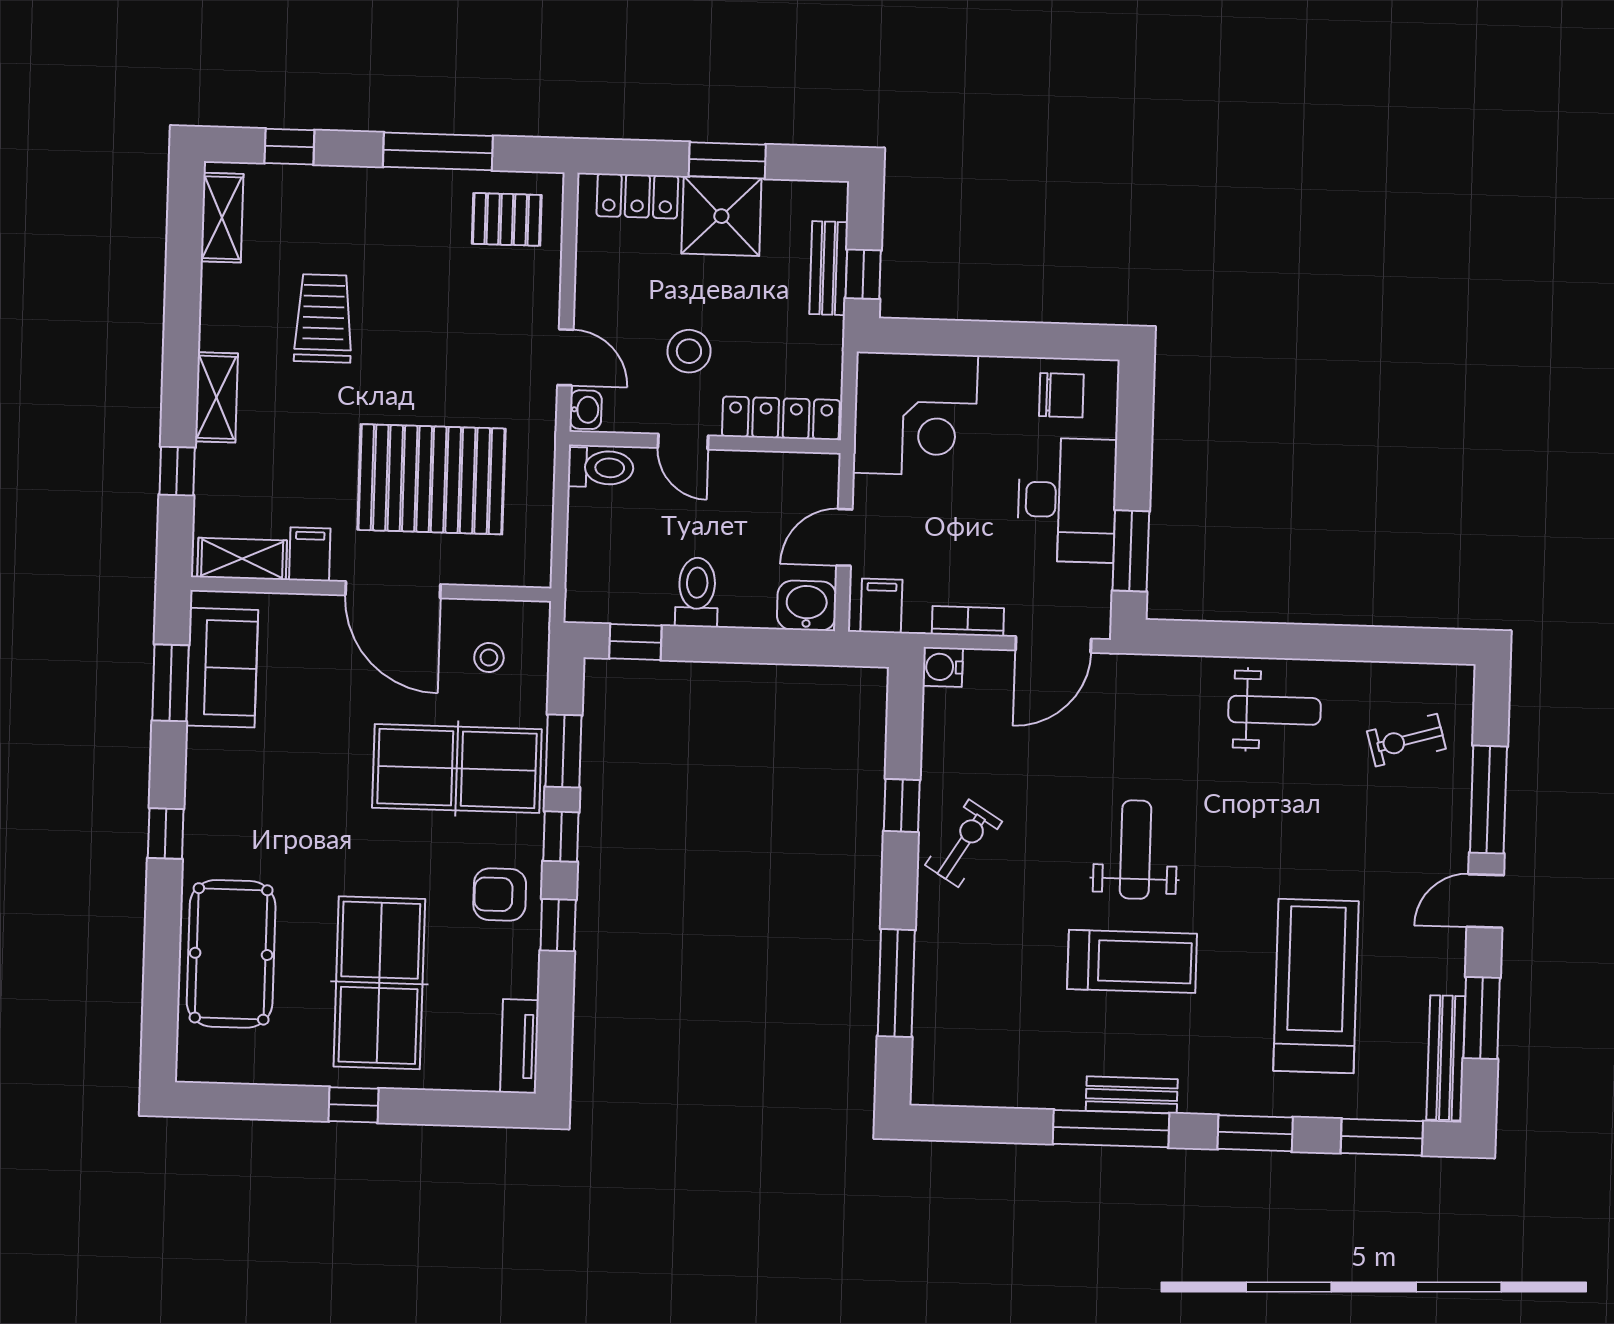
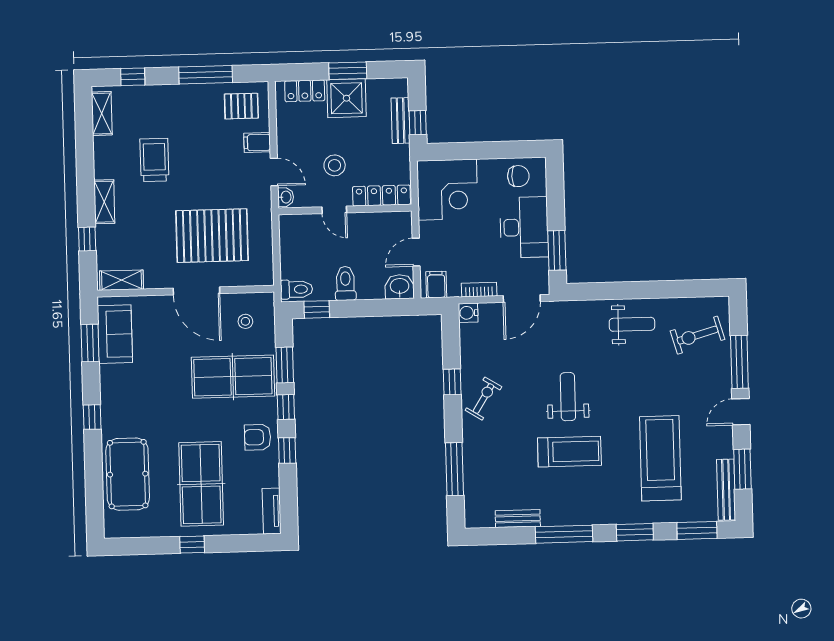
toilet: (601, 468) -> (296, 289), moved
filing cabinet: (310, 554) -> (257, 143), moved, turned -90
exercise bike: (1406, 740) -> (697, 335), width x1.38, depth x1.39
bench: (1132, 1095) -> (518, 519), moved

